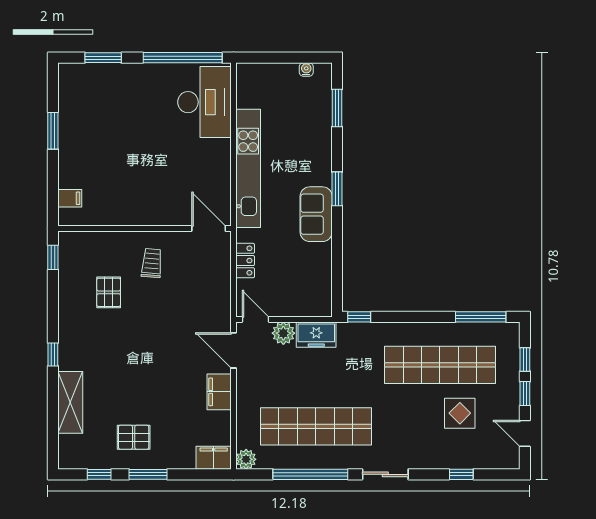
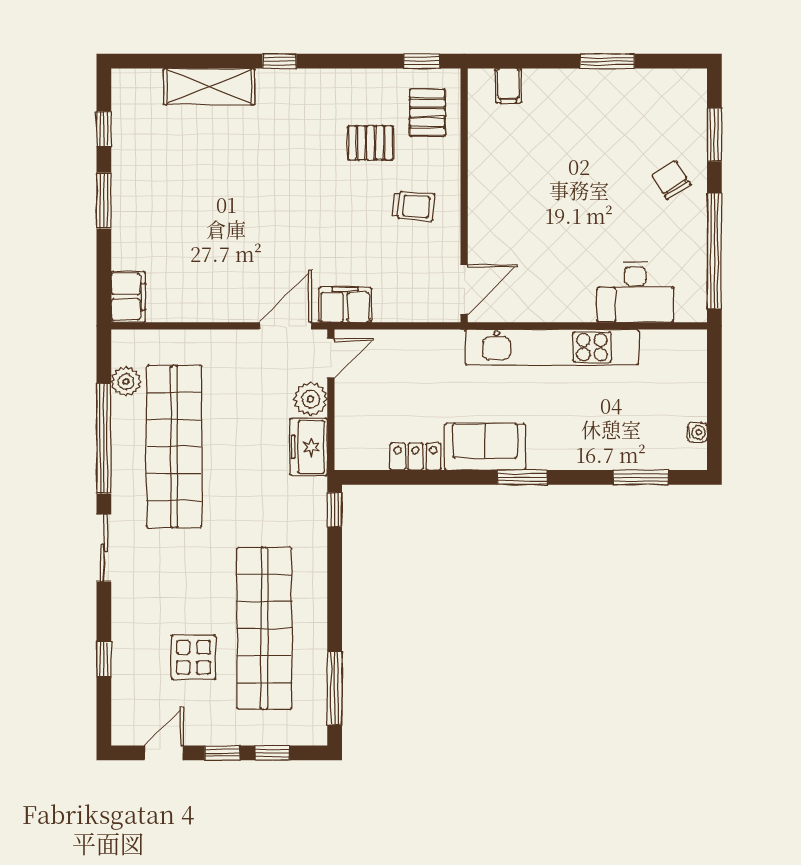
chair: (134, 87) -> (671, 180), added
desk: (204, 102) -> (635, 292), width x0.73, depth x0.77
locker: (245, 261) -> (416, 457), moved, turned 180
filing cabinet: (219, 392) -> (345, 305), moved
pallet: (134, 437) -> (427, 113), moved
plant: (246, 459) -> (126, 382), moved

